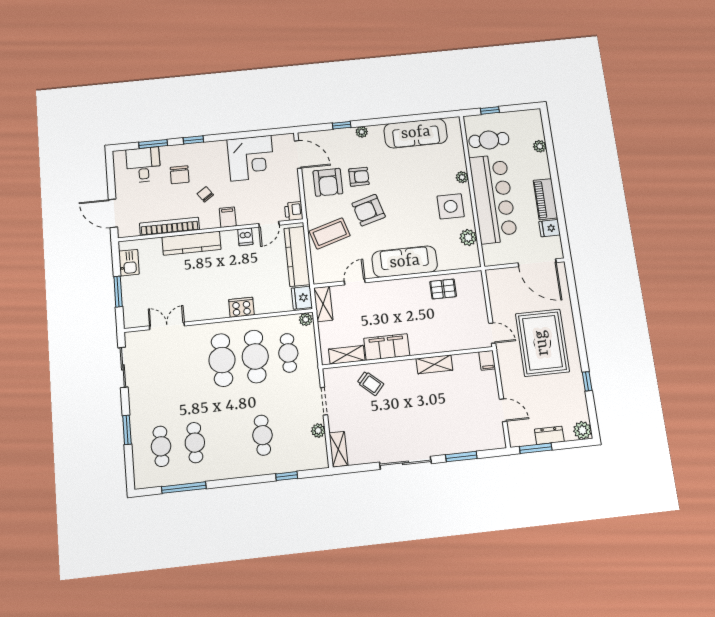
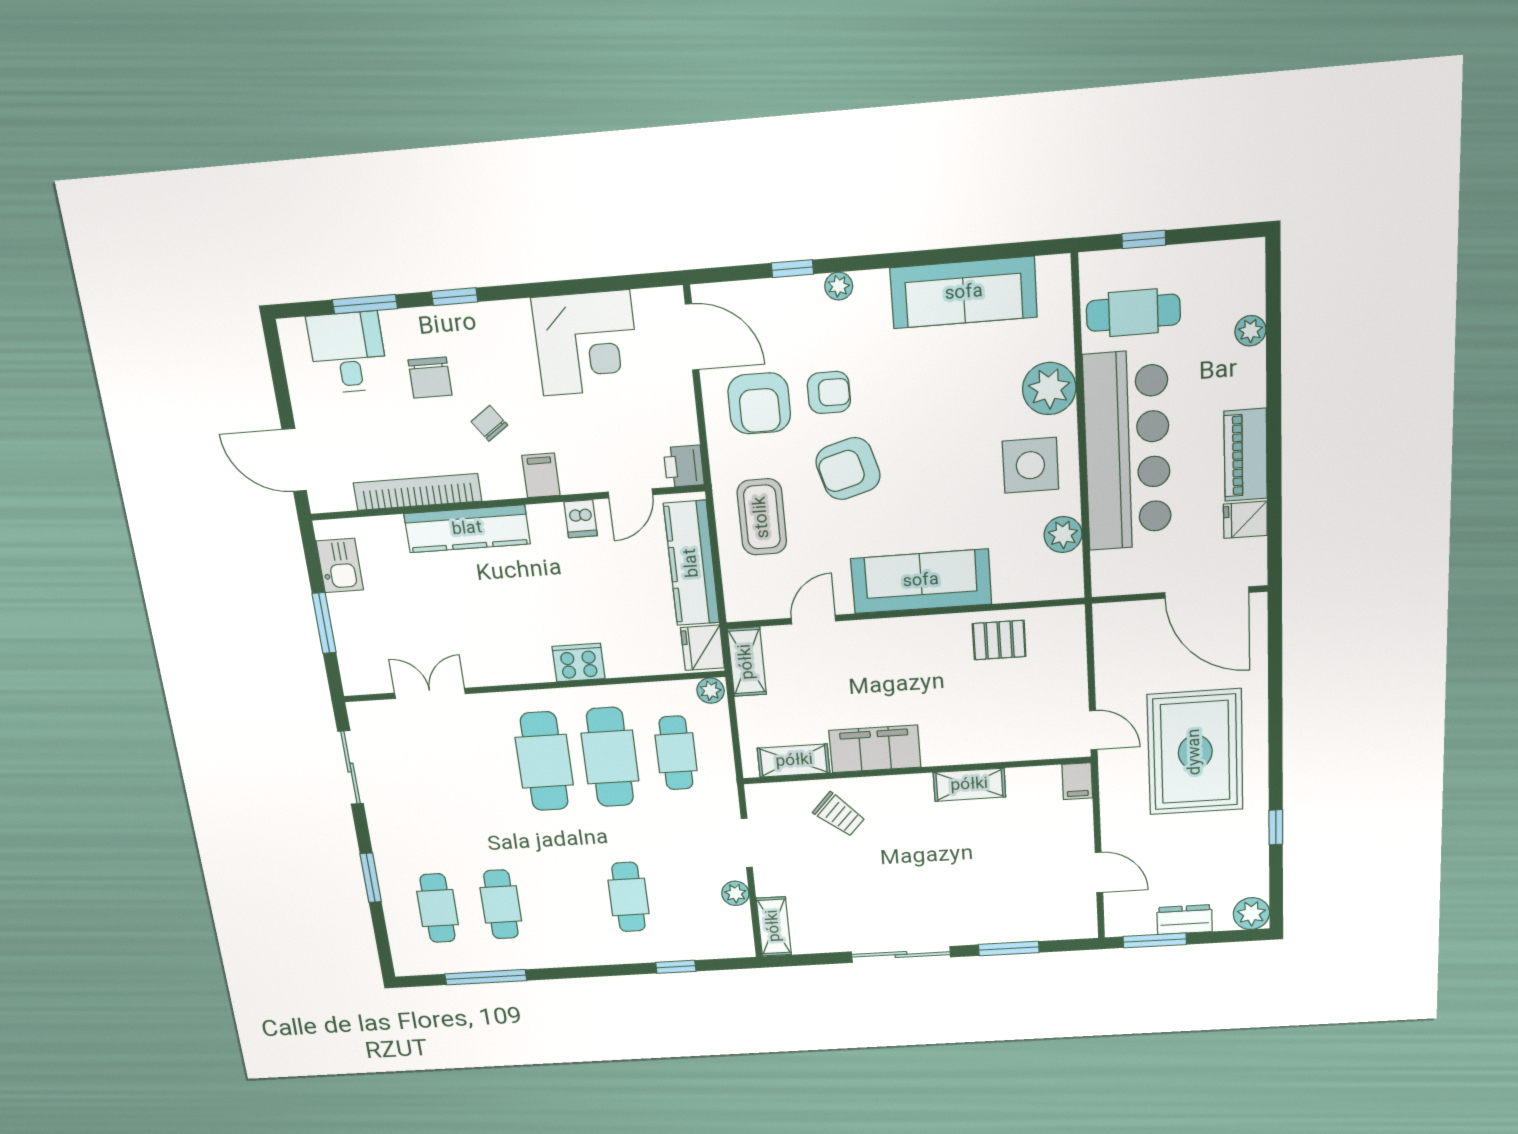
plant: (462, 177) -> (1049, 389), width x1.88, depth x1.88
coffee table: (330, 233) -> (762, 517), turned -73

